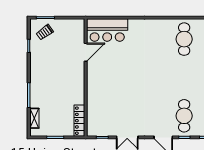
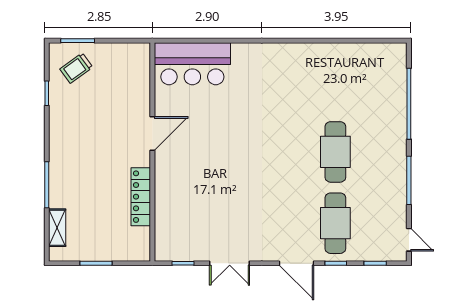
cafe table: (184, 39) -> (335, 152), moved
door: (86, 52) -> (152, 133), moved
locker: (79, 121) -> (141, 197), moved

